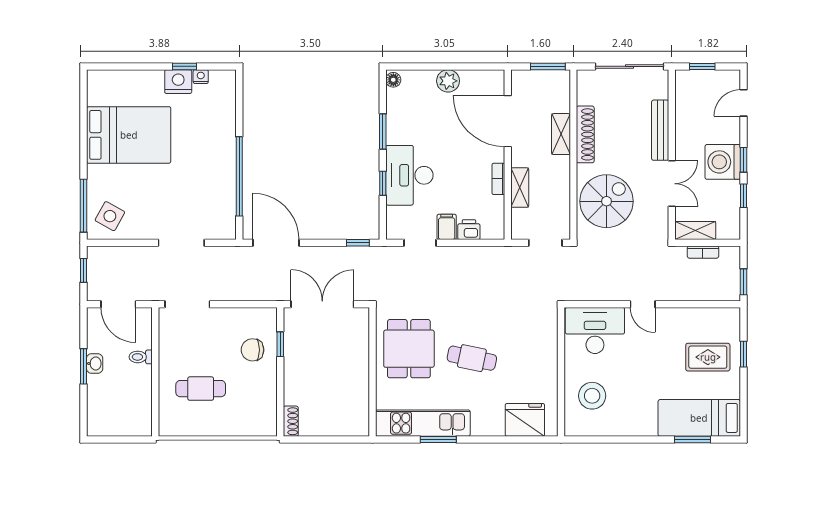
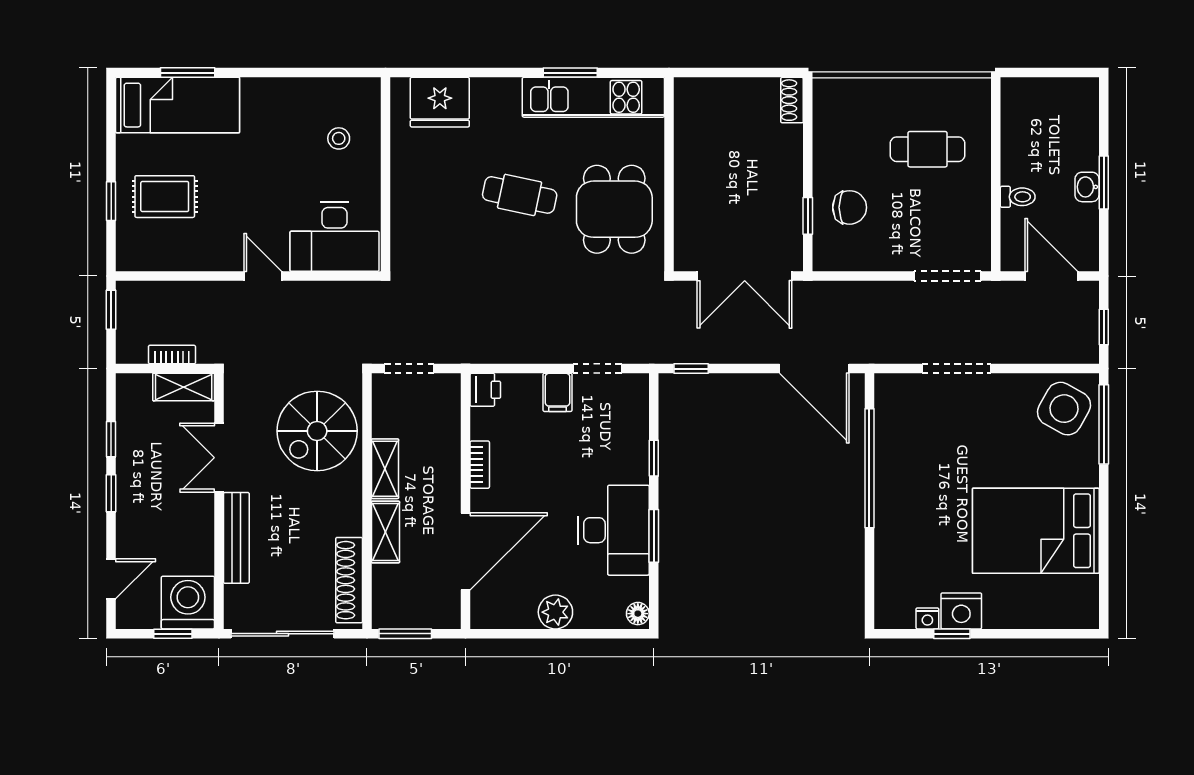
door: (508, 121) -> (466, 551), hinge flipped
shoe rack: (585, 134) -> (349, 580), moved
washing machine: (723, 162) -> (188, 603), moved, turned -90
desk: (409, 175) -> (614, 530), moved
shelving: (520, 188) -> (385, 469), moved
side table: (110, 216) -> (1064, 409), width x1.37, depth x1.37
printer: (469, 230) -> (485, 390), moved, turned -90
stool: (592, 396) -> (339, 138), width x0.53, depth x0.53

